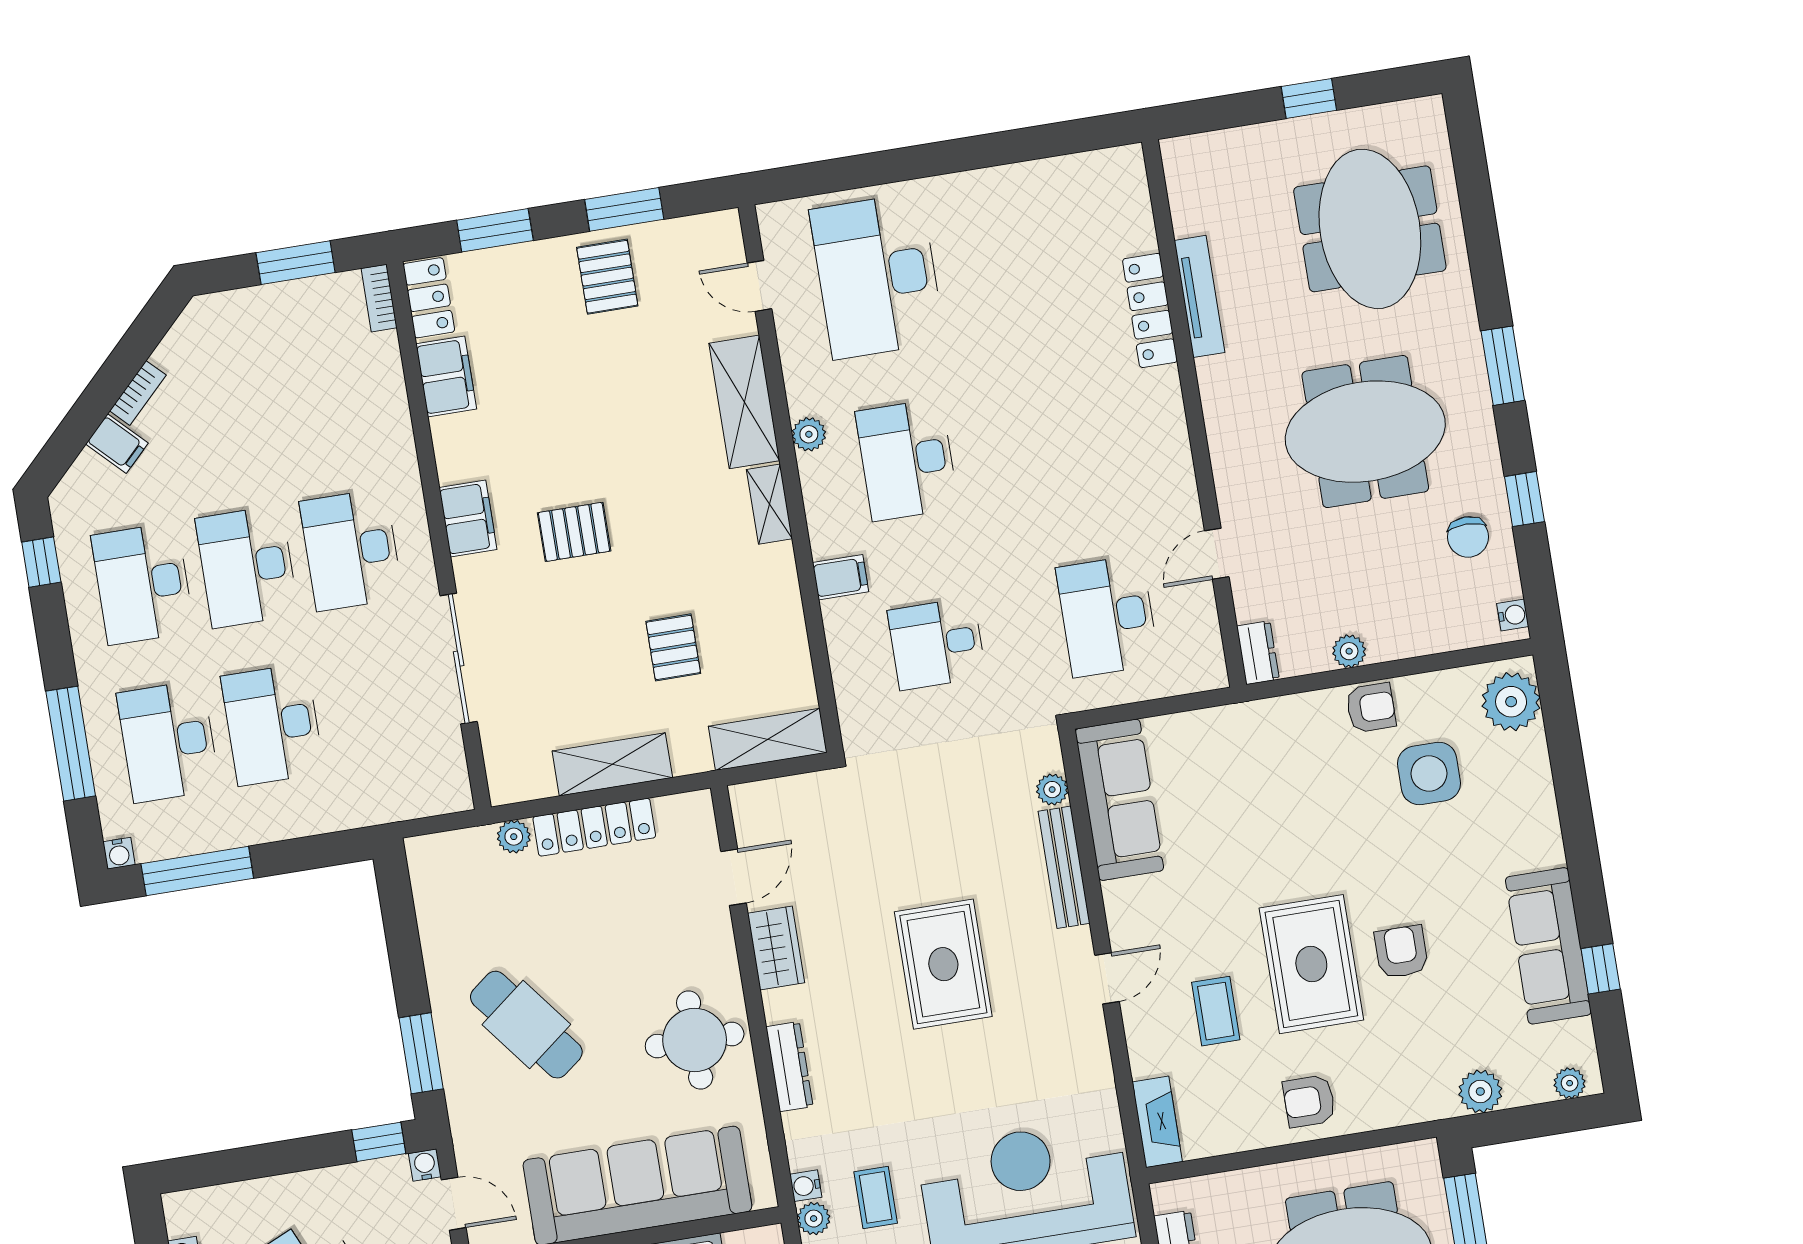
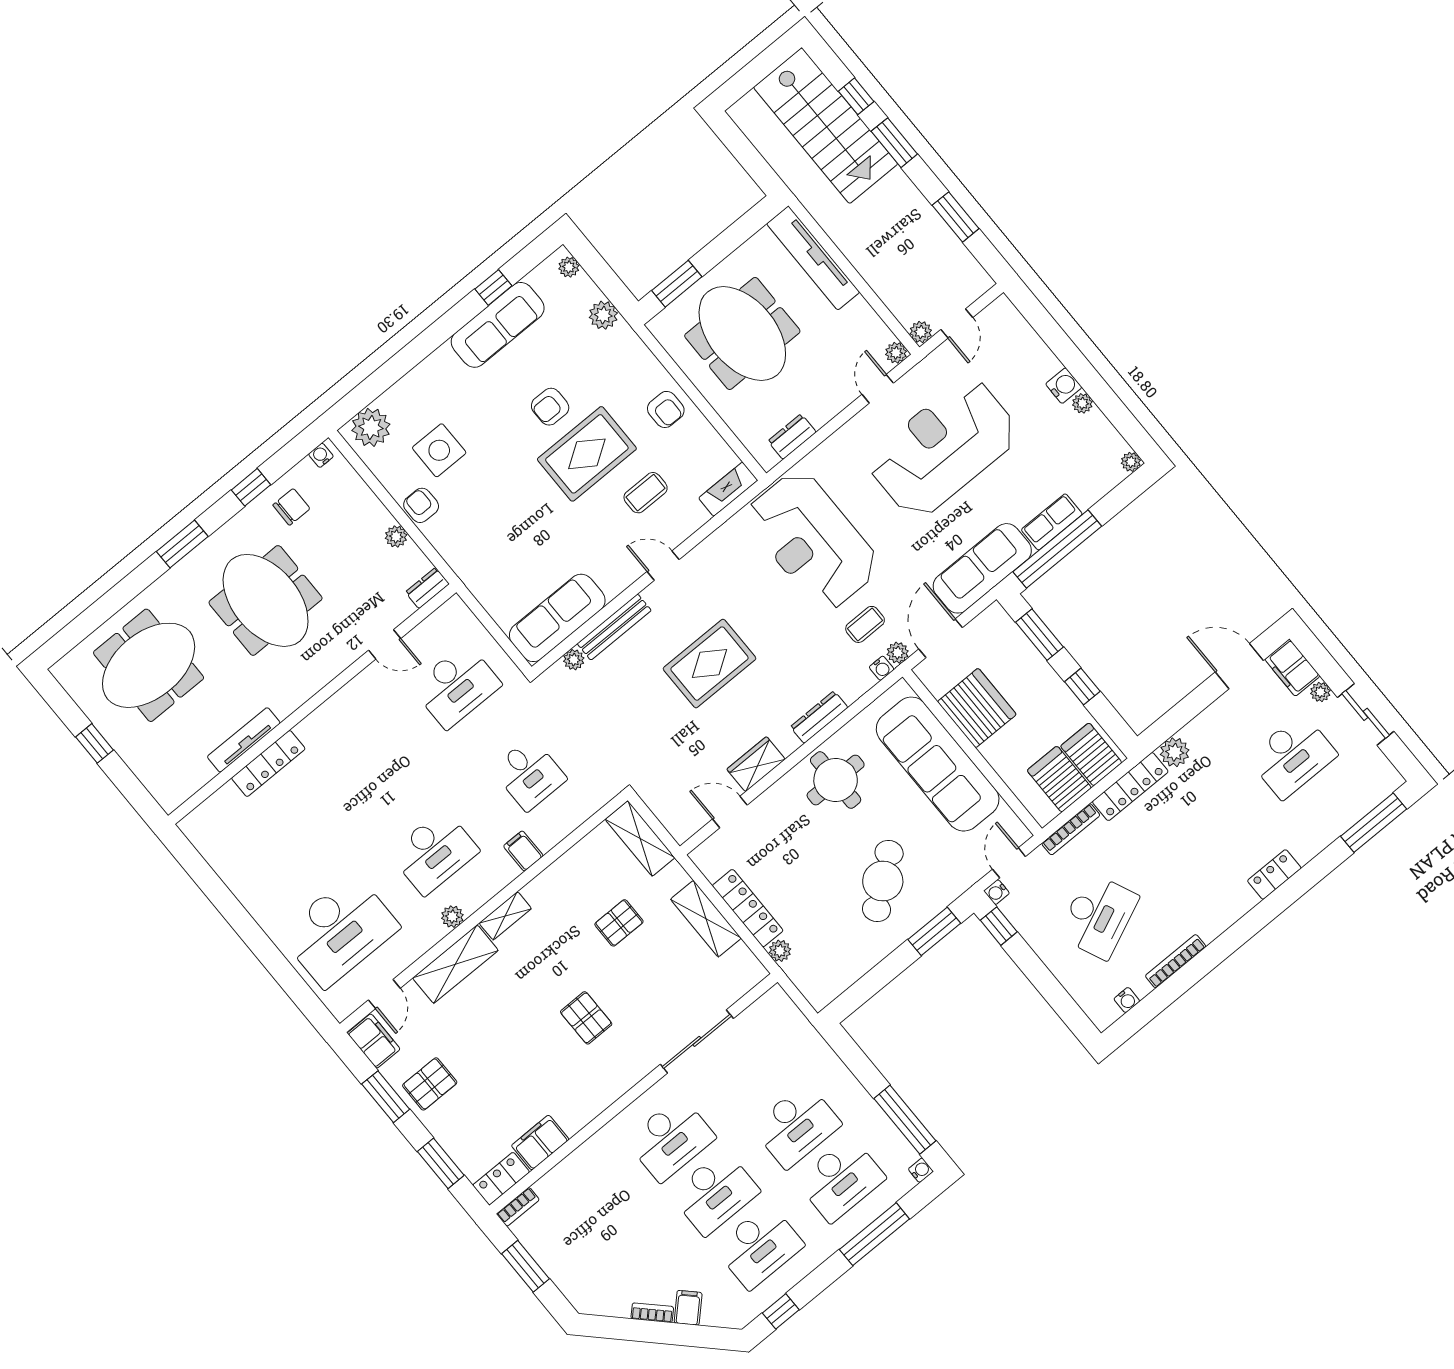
filing cabinet: (468, 518) -> (374, 1041), moved, turned 90

